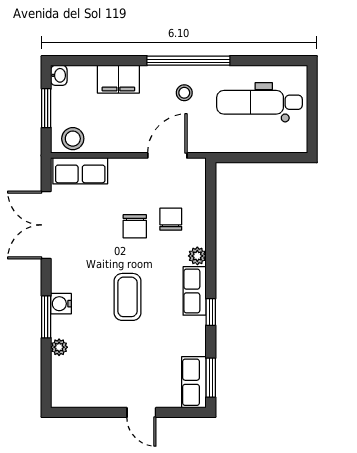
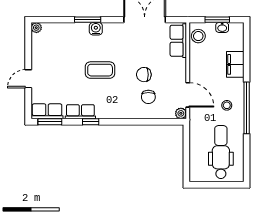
washbasin: (59, 75) -> (222, 27), moved
chair: (171, 219) -> (148, 97), turned 90
plant: (197, 256) -> (181, 113), moved
row of seats: (195, 291) -> (80, 112), moved
plant: (59, 347) -> (36, 28), moved

